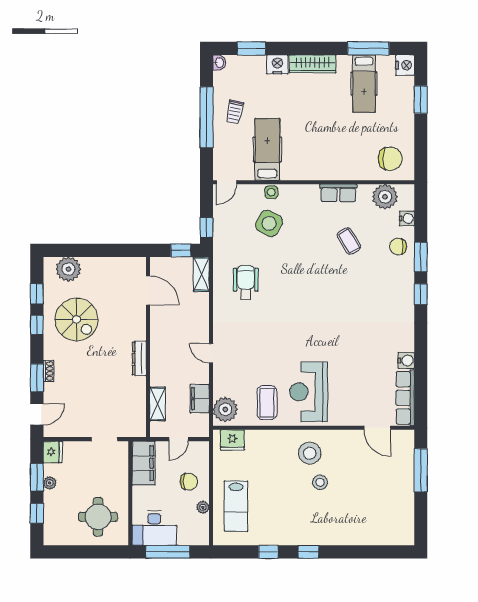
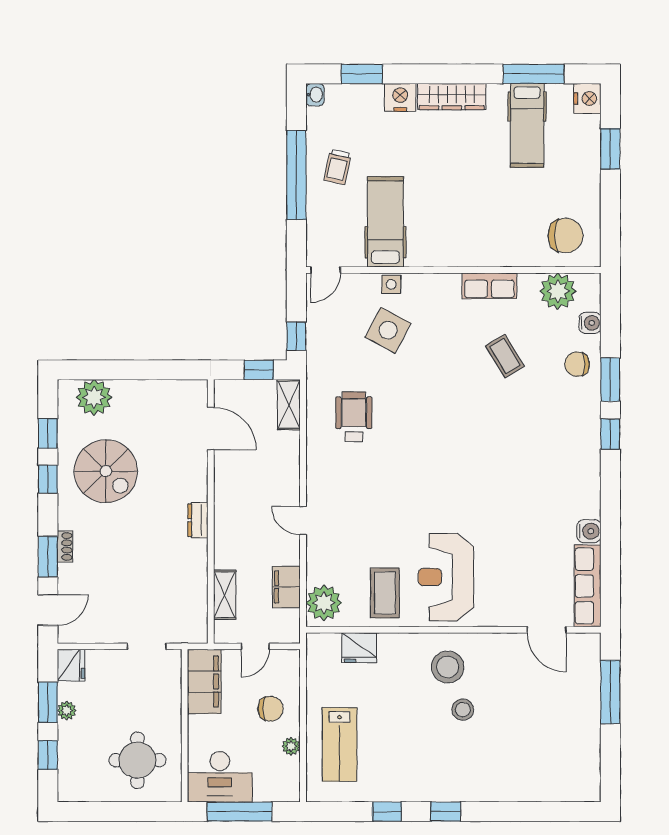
dresser: (139, 358) -> (198, 520), width x0.70
fridge: (232, 440) -> (359, 648), moved

